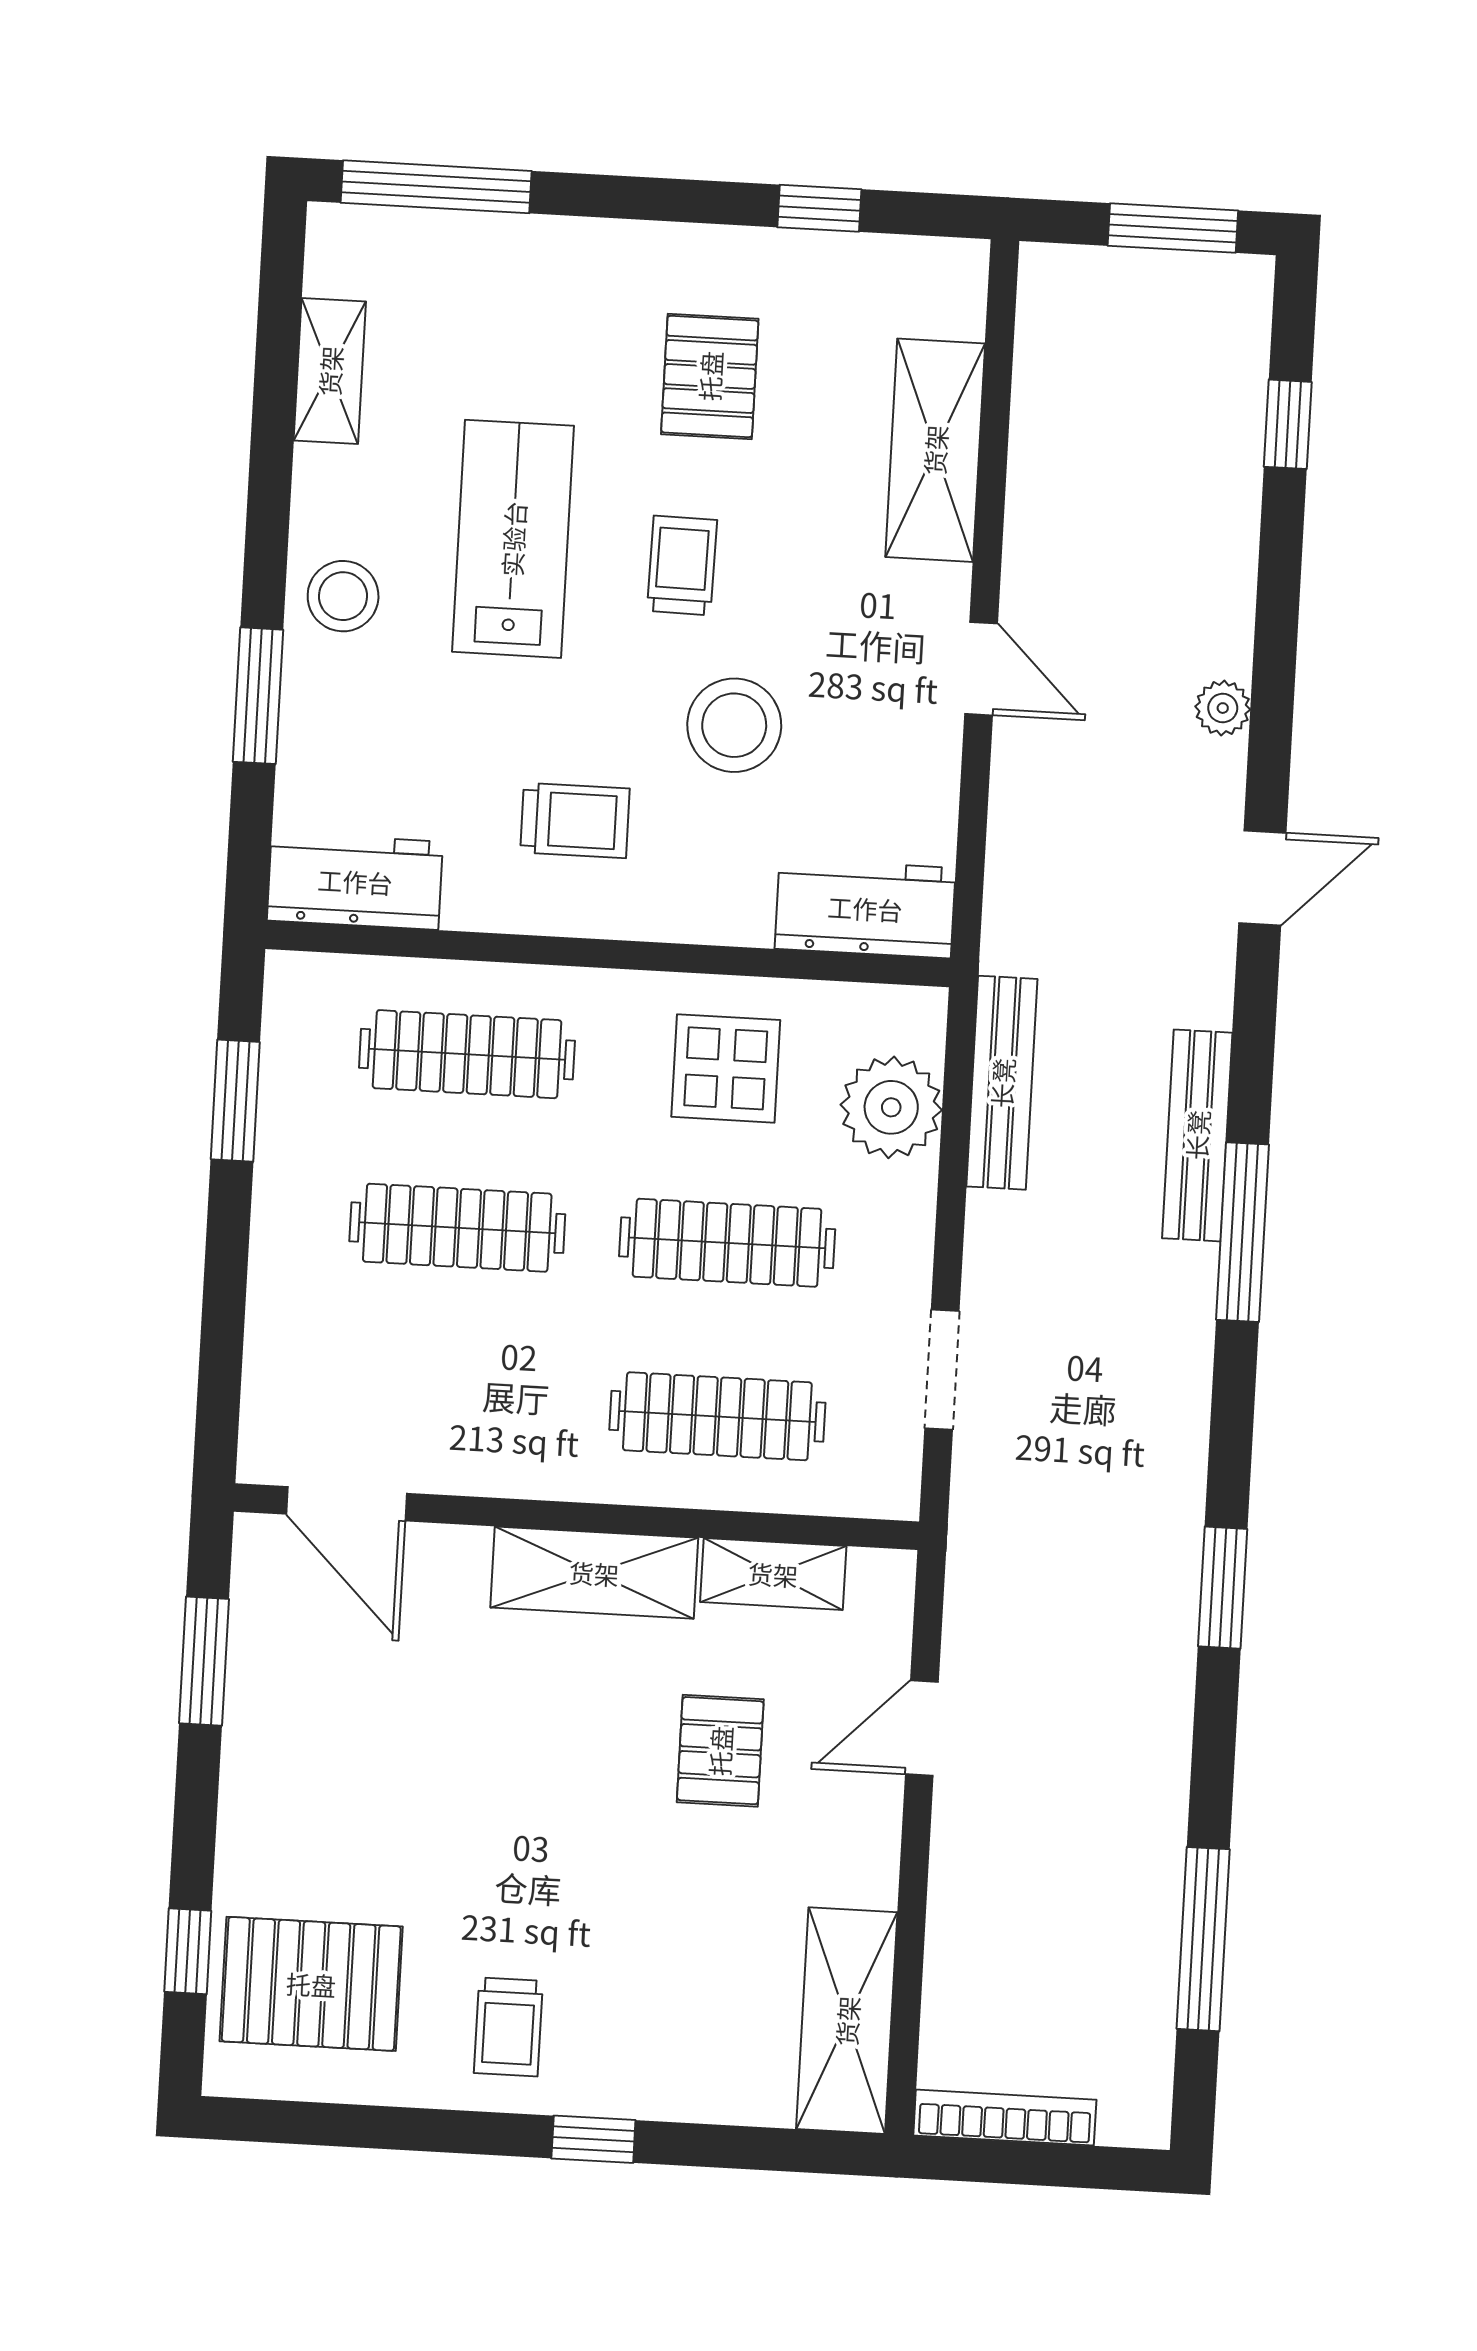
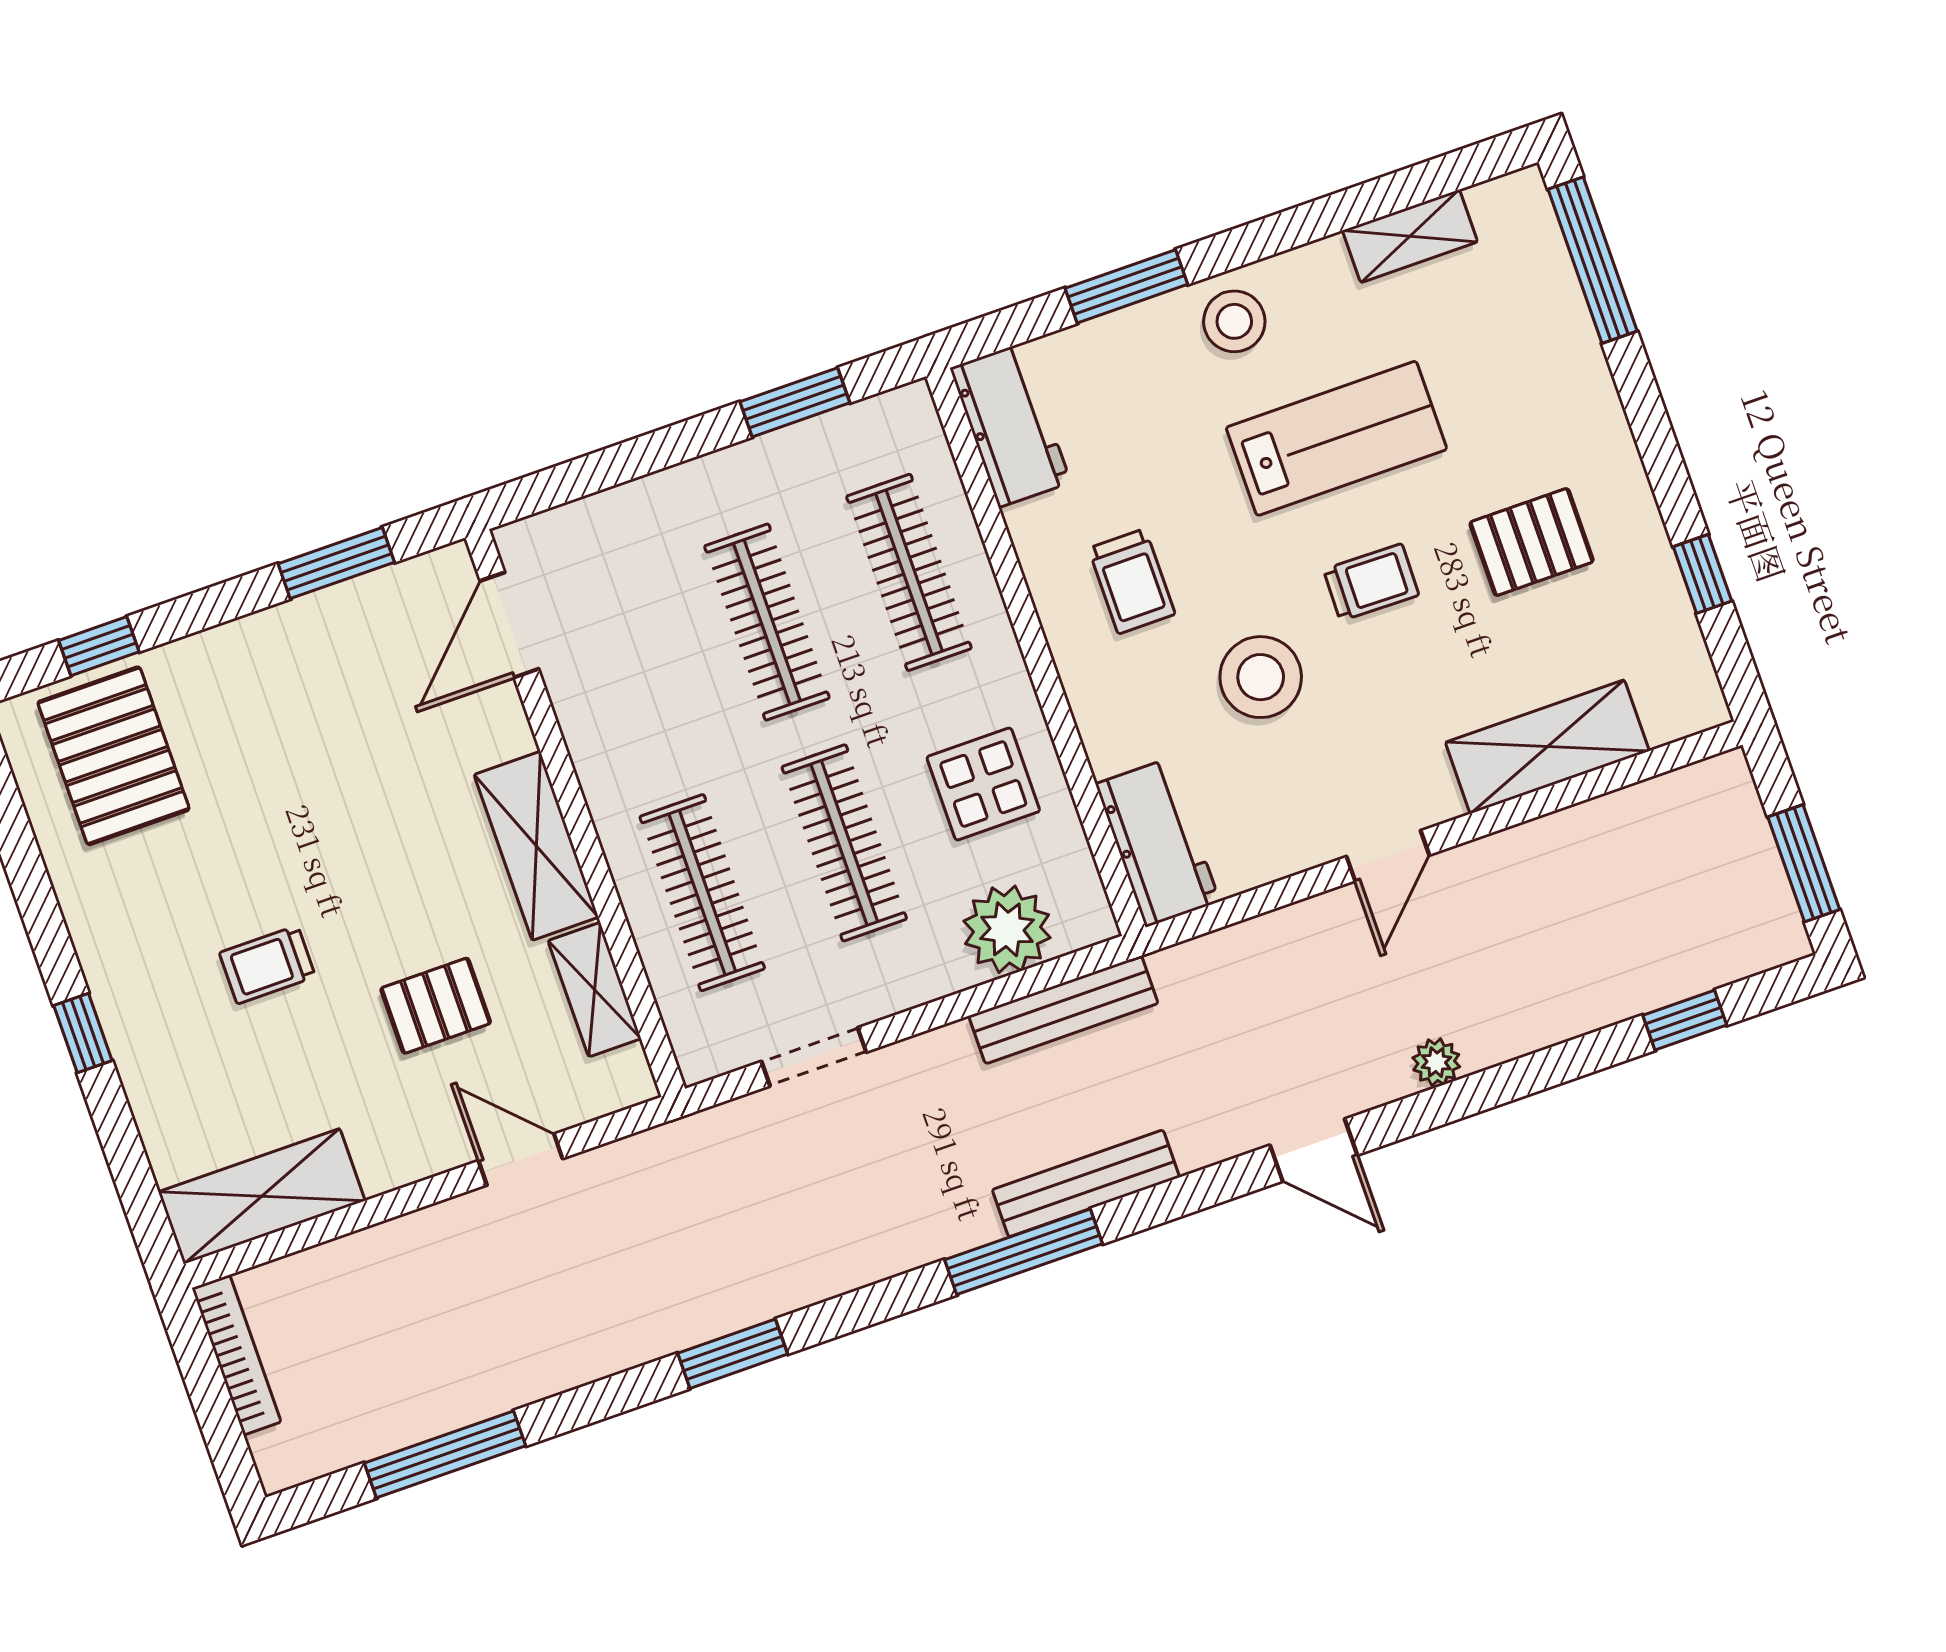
trolley: (508, 2027) -> (267, 965), moved

